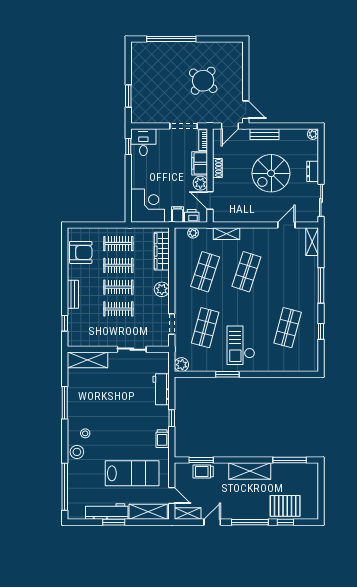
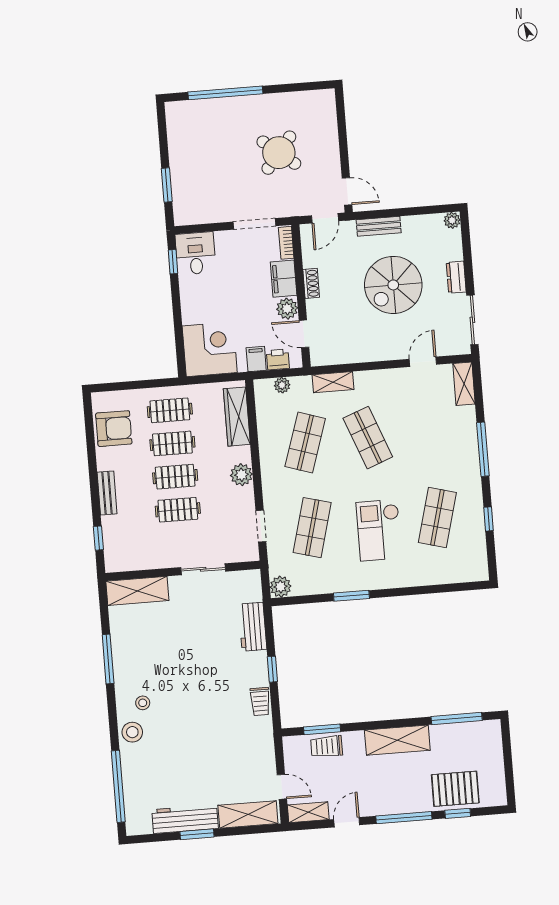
shop shelf: (246, 272) -> (368, 438), turned -39
checkout: (241, 345) -> (379, 530), moved
lab bench: (132, 473) -> (219, 758), removed

